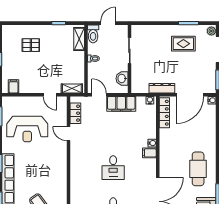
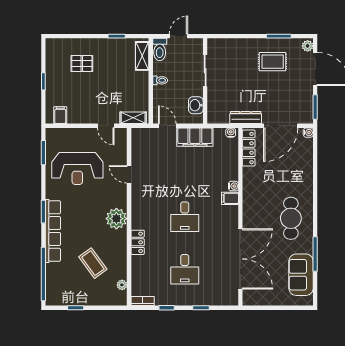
locker: (75, 113) -> (138, 242), moved
plant: (59, 169) -> (116, 219), added

